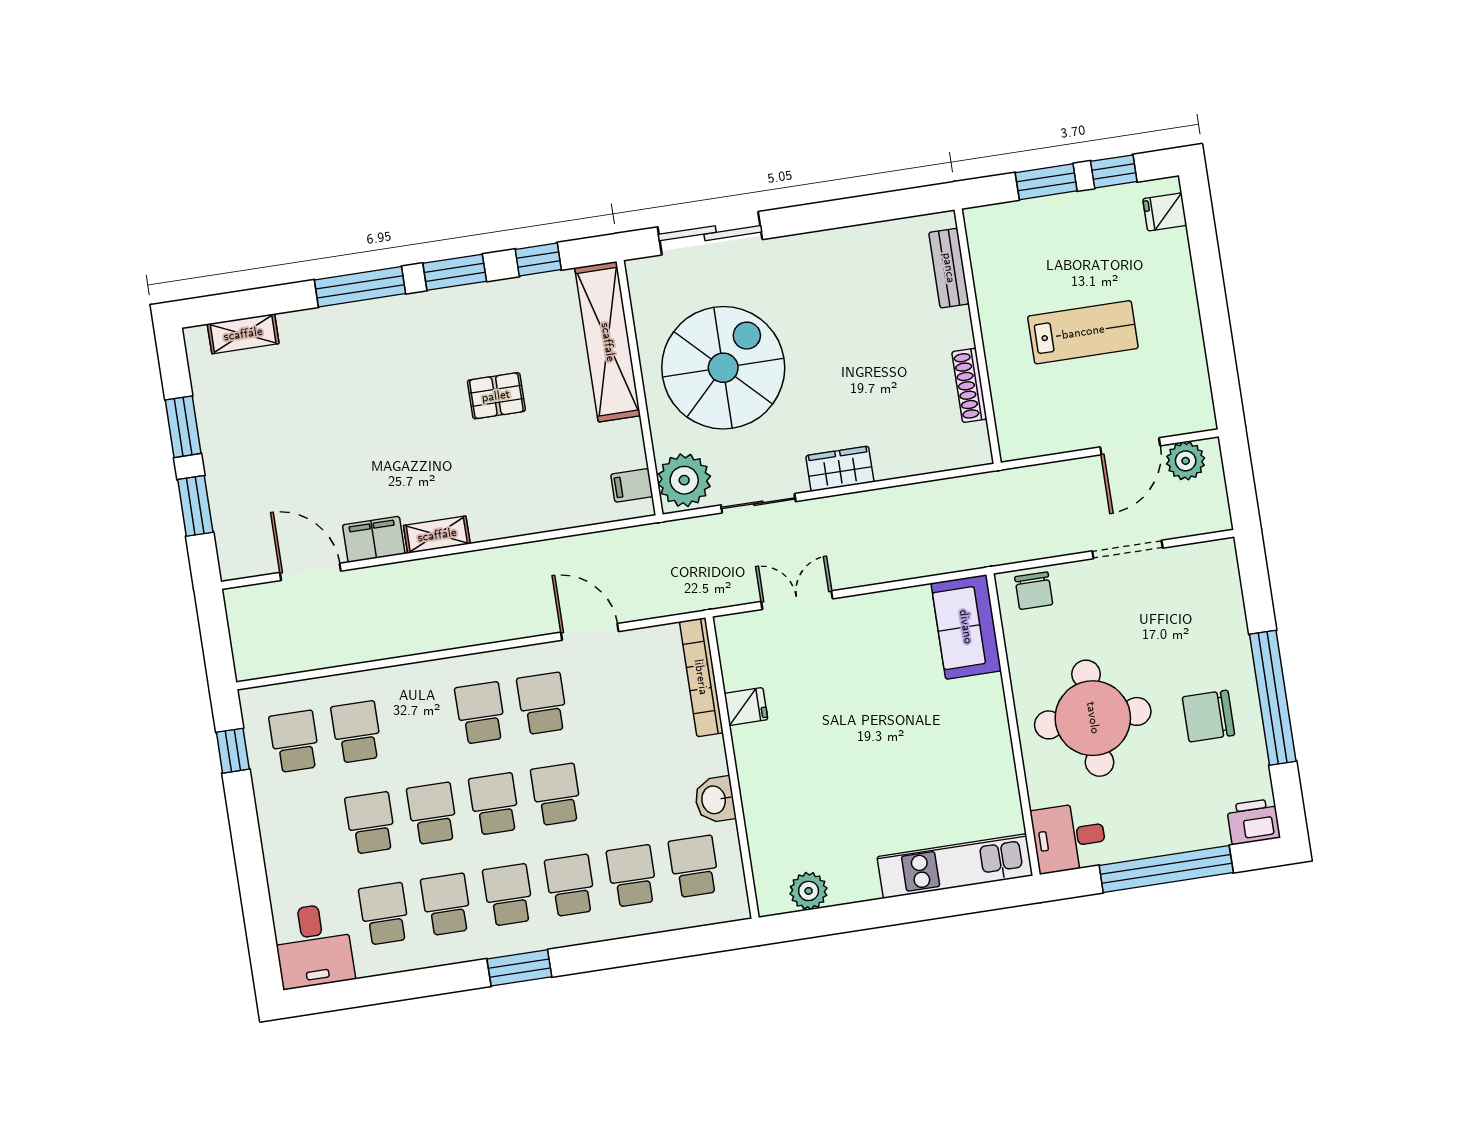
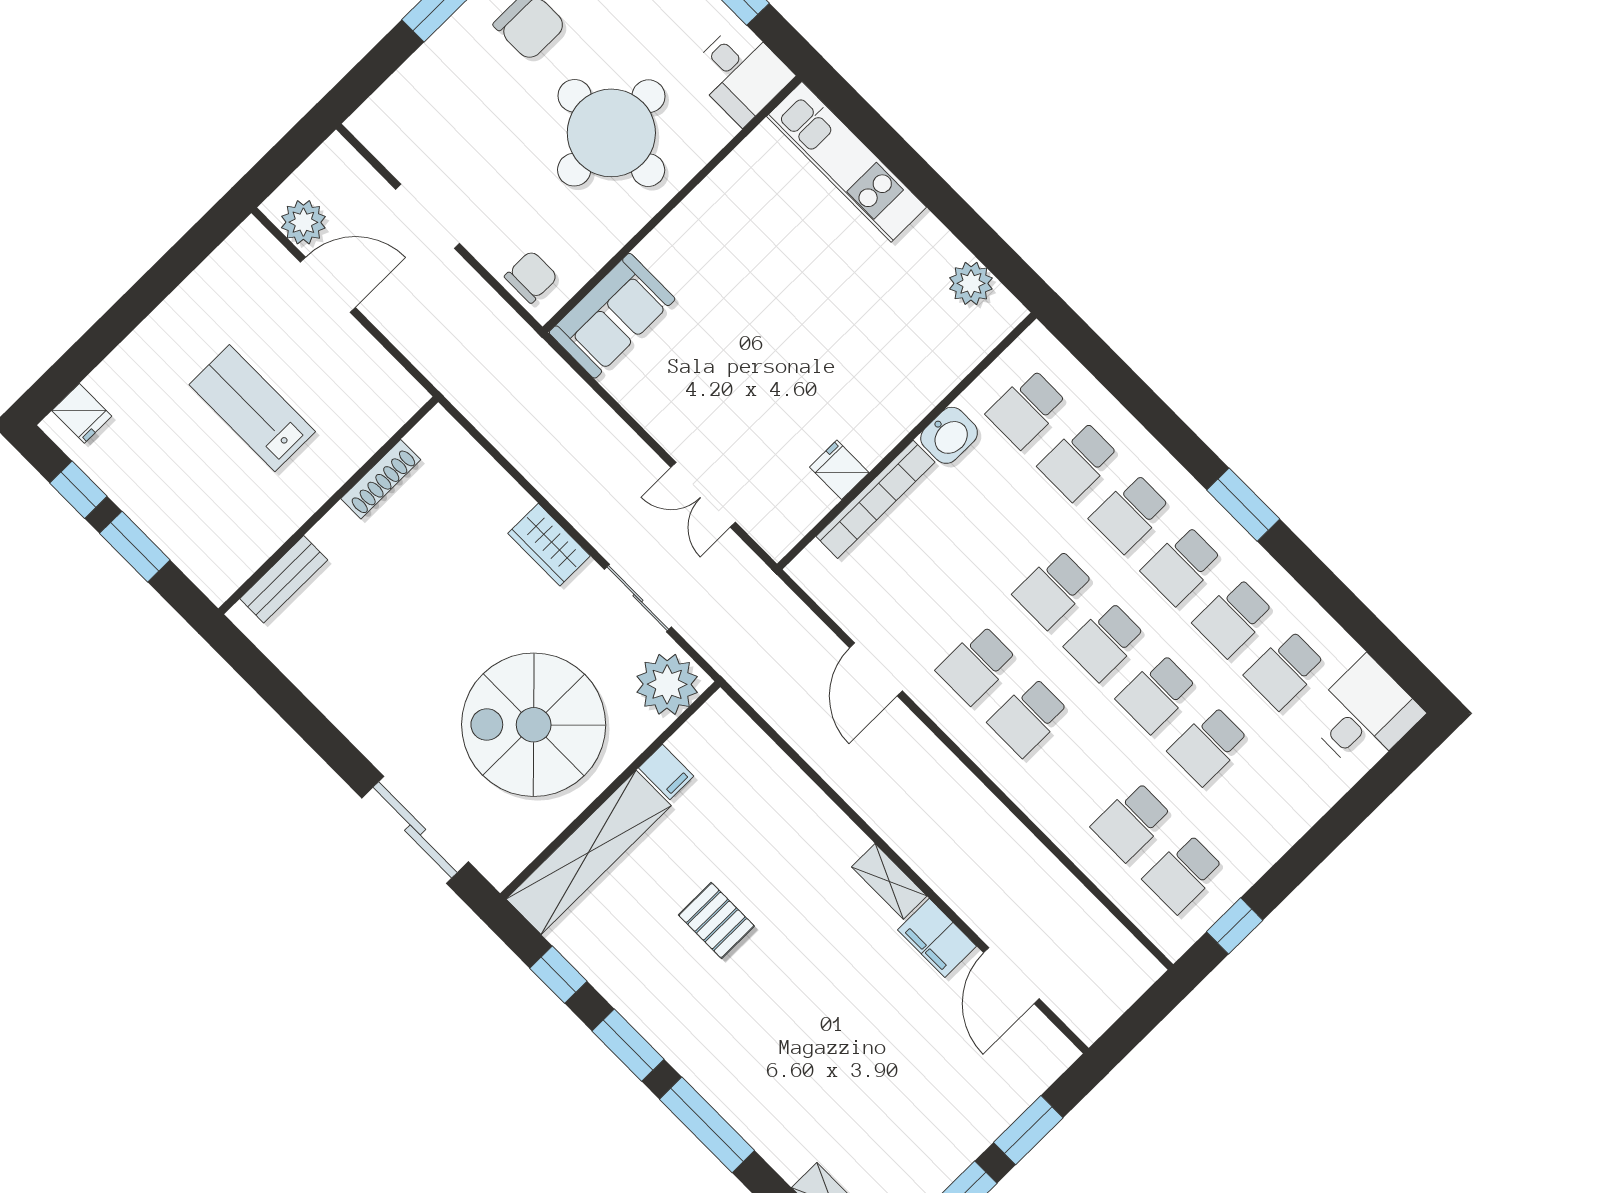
filing cabinet: (632, 485) -> (666, 772), moved
bookcase: (701, 677) -> (875, 499), moved

